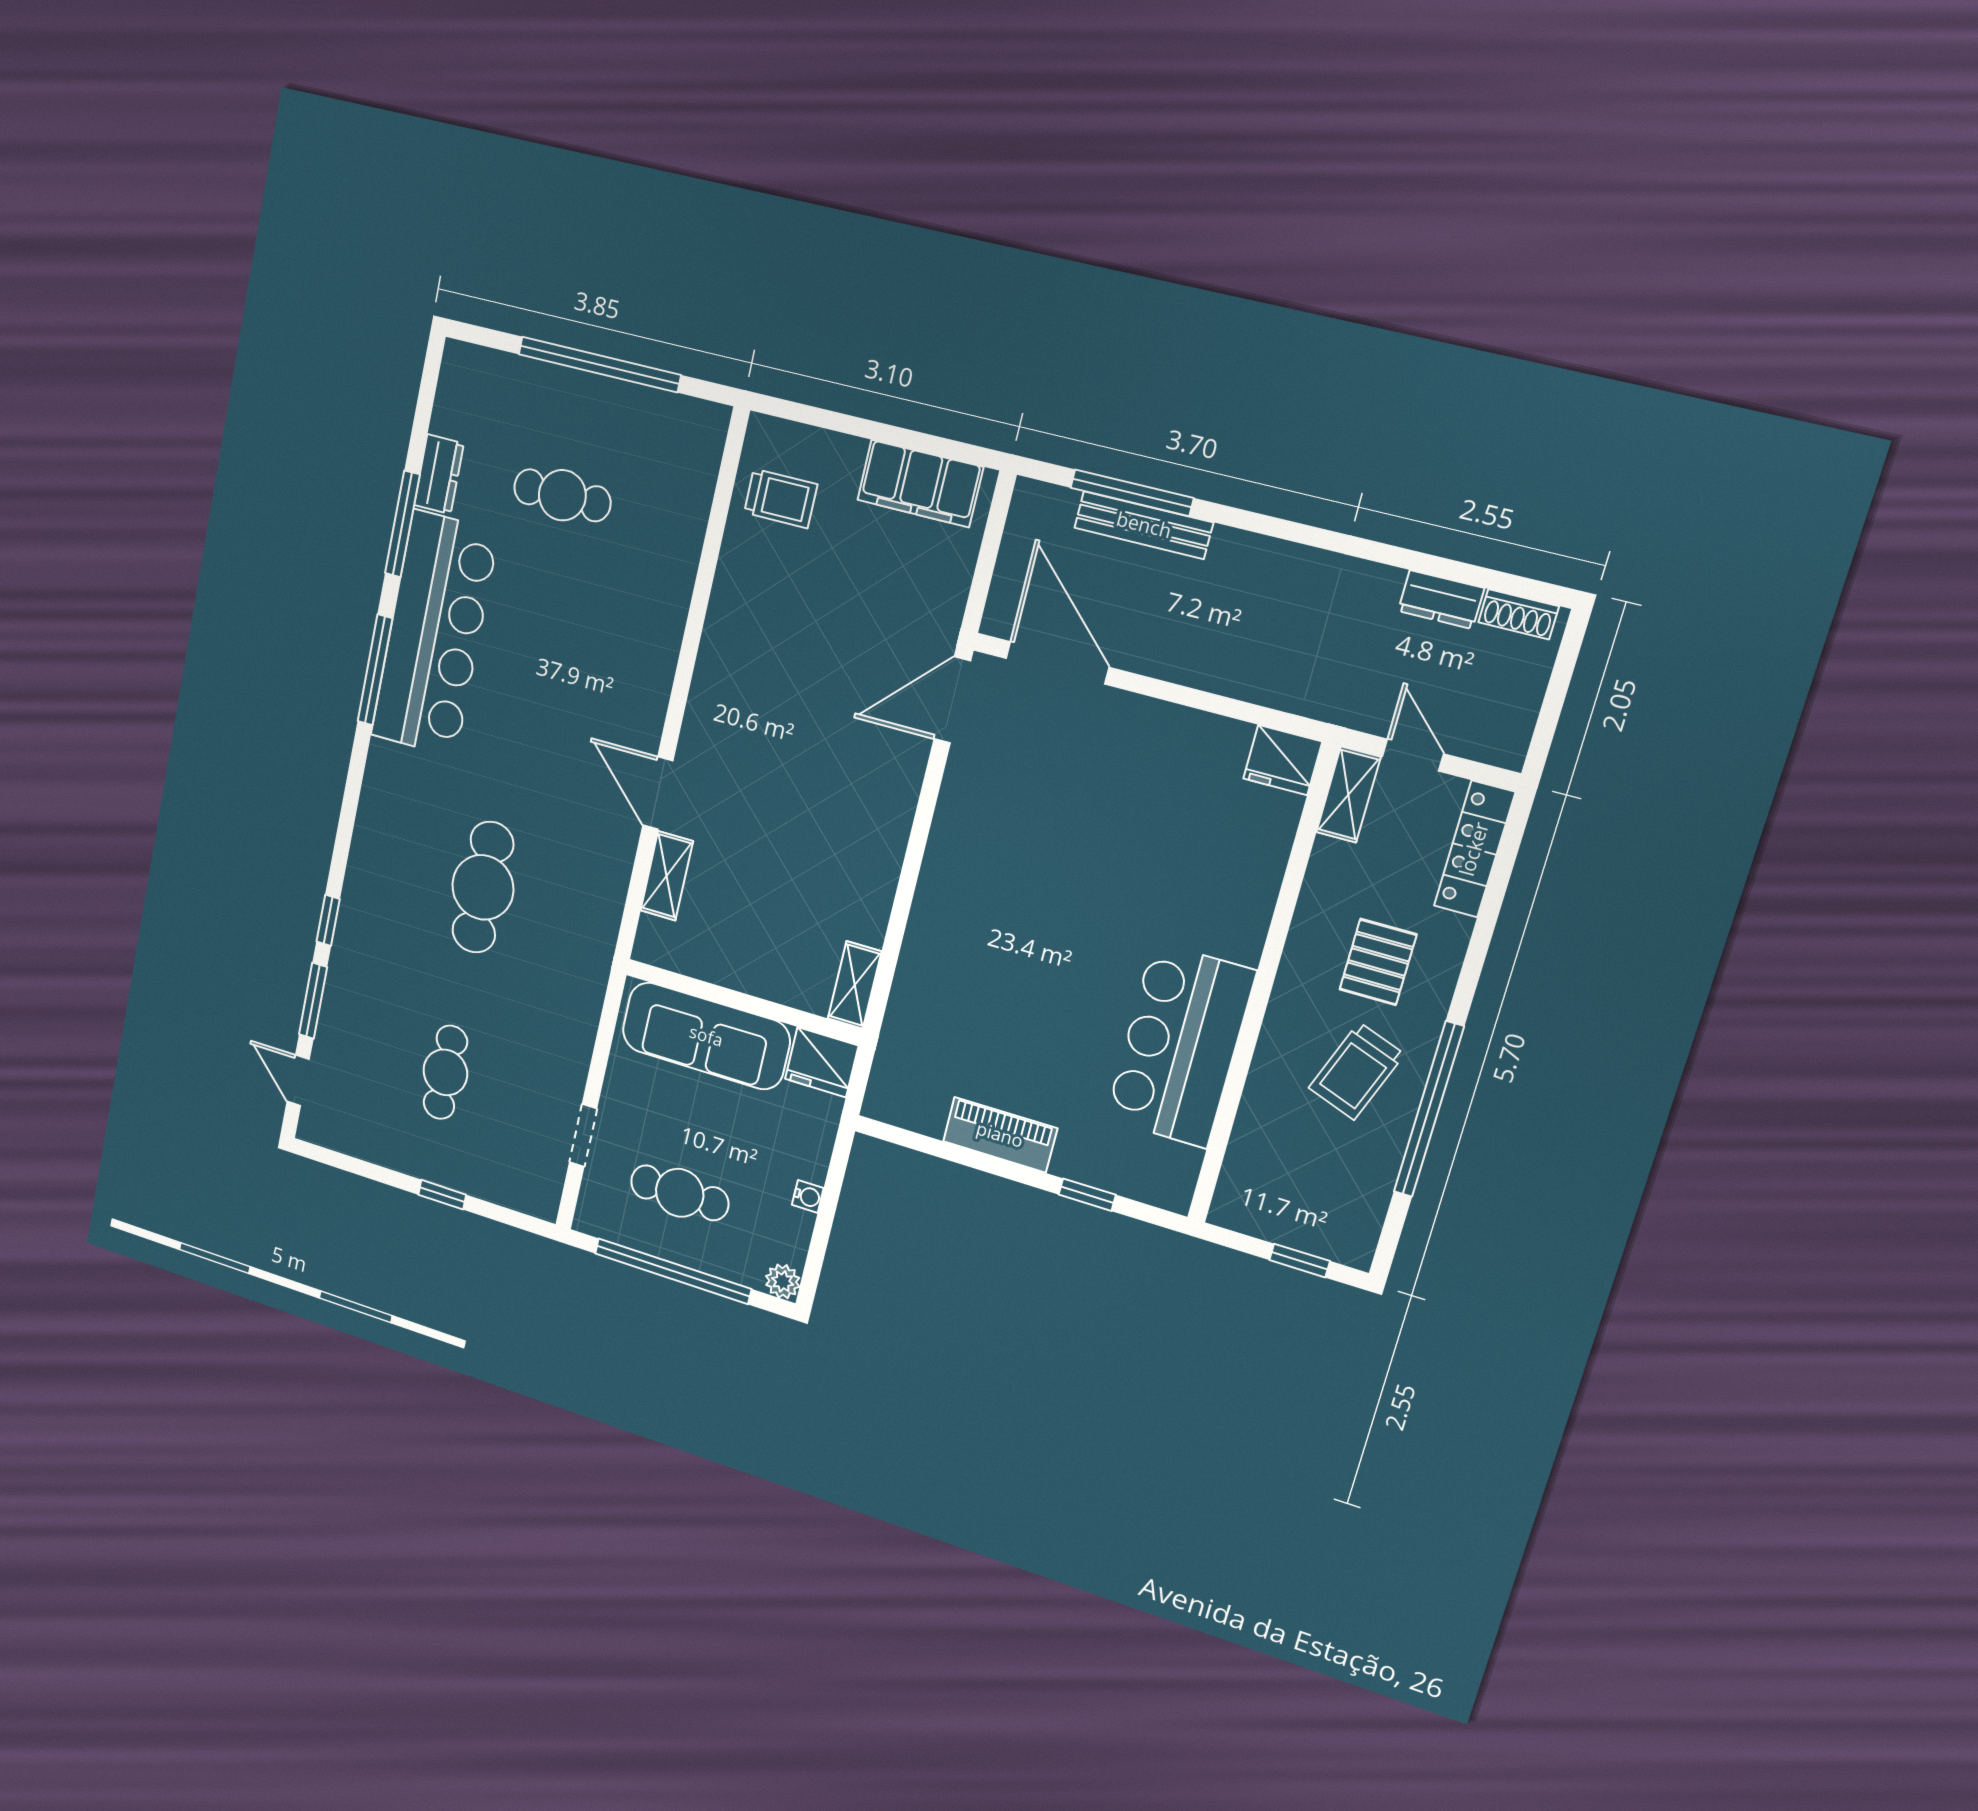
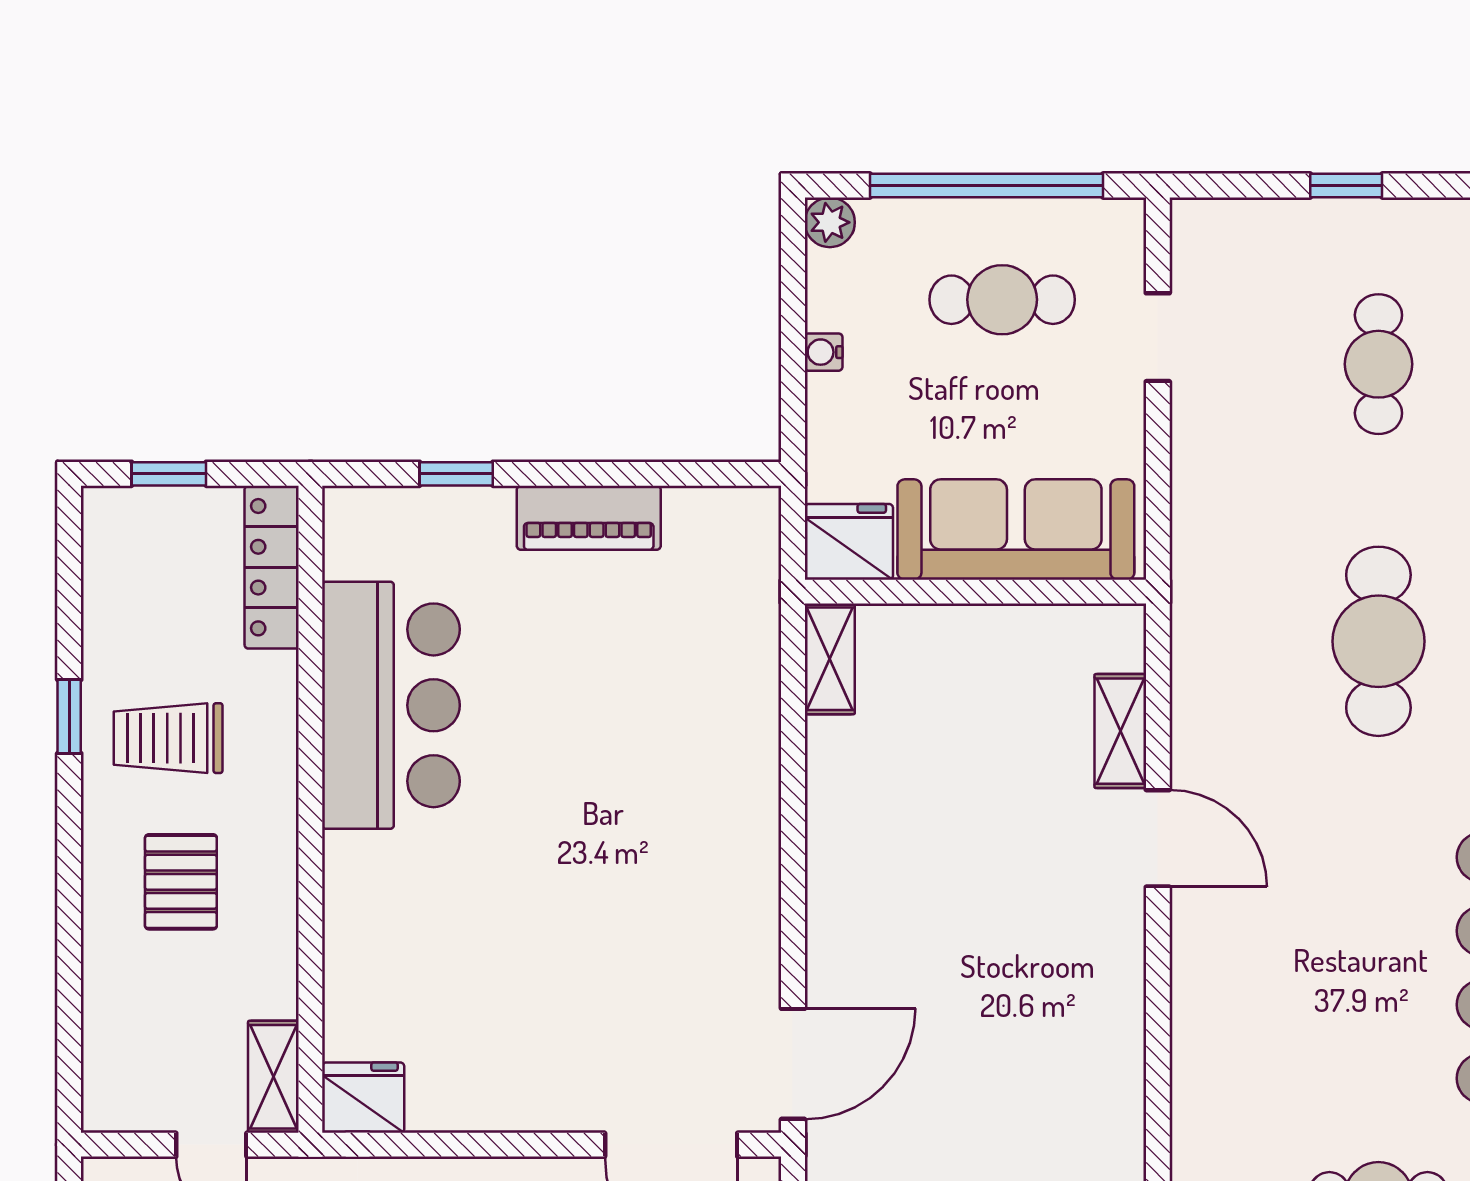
locker: (1474, 849) -> (272, 567), moved, turned 180
trolley: (1357, 1071) -> (168, 738), turned -110
window: (1429, 1109) -> (69, 716), width x0.32

